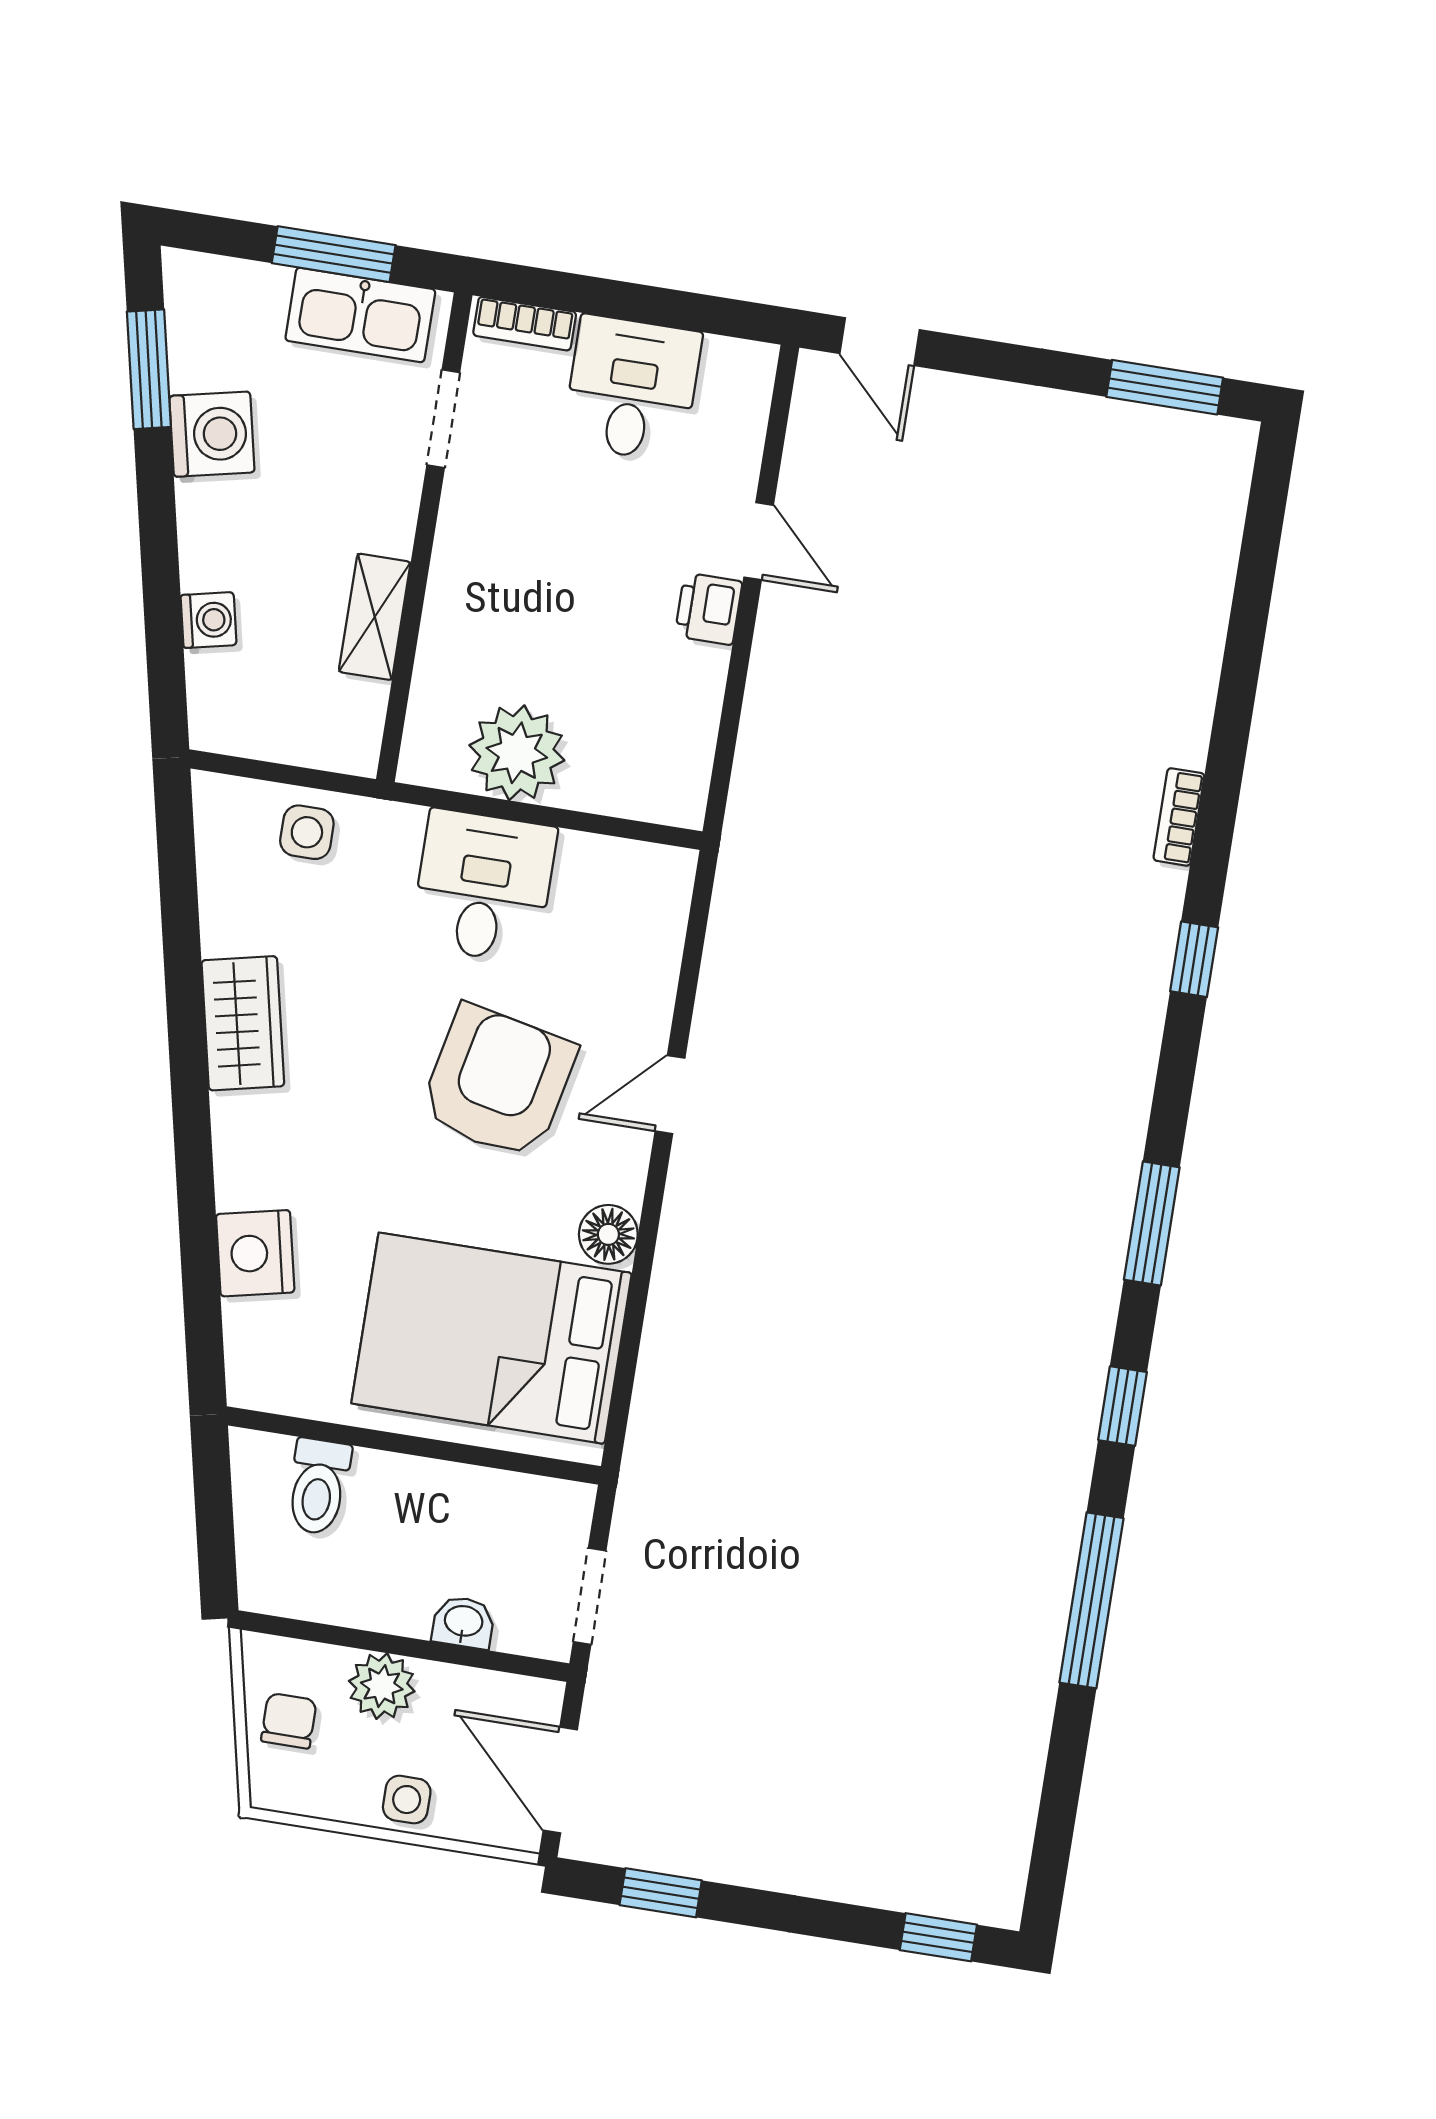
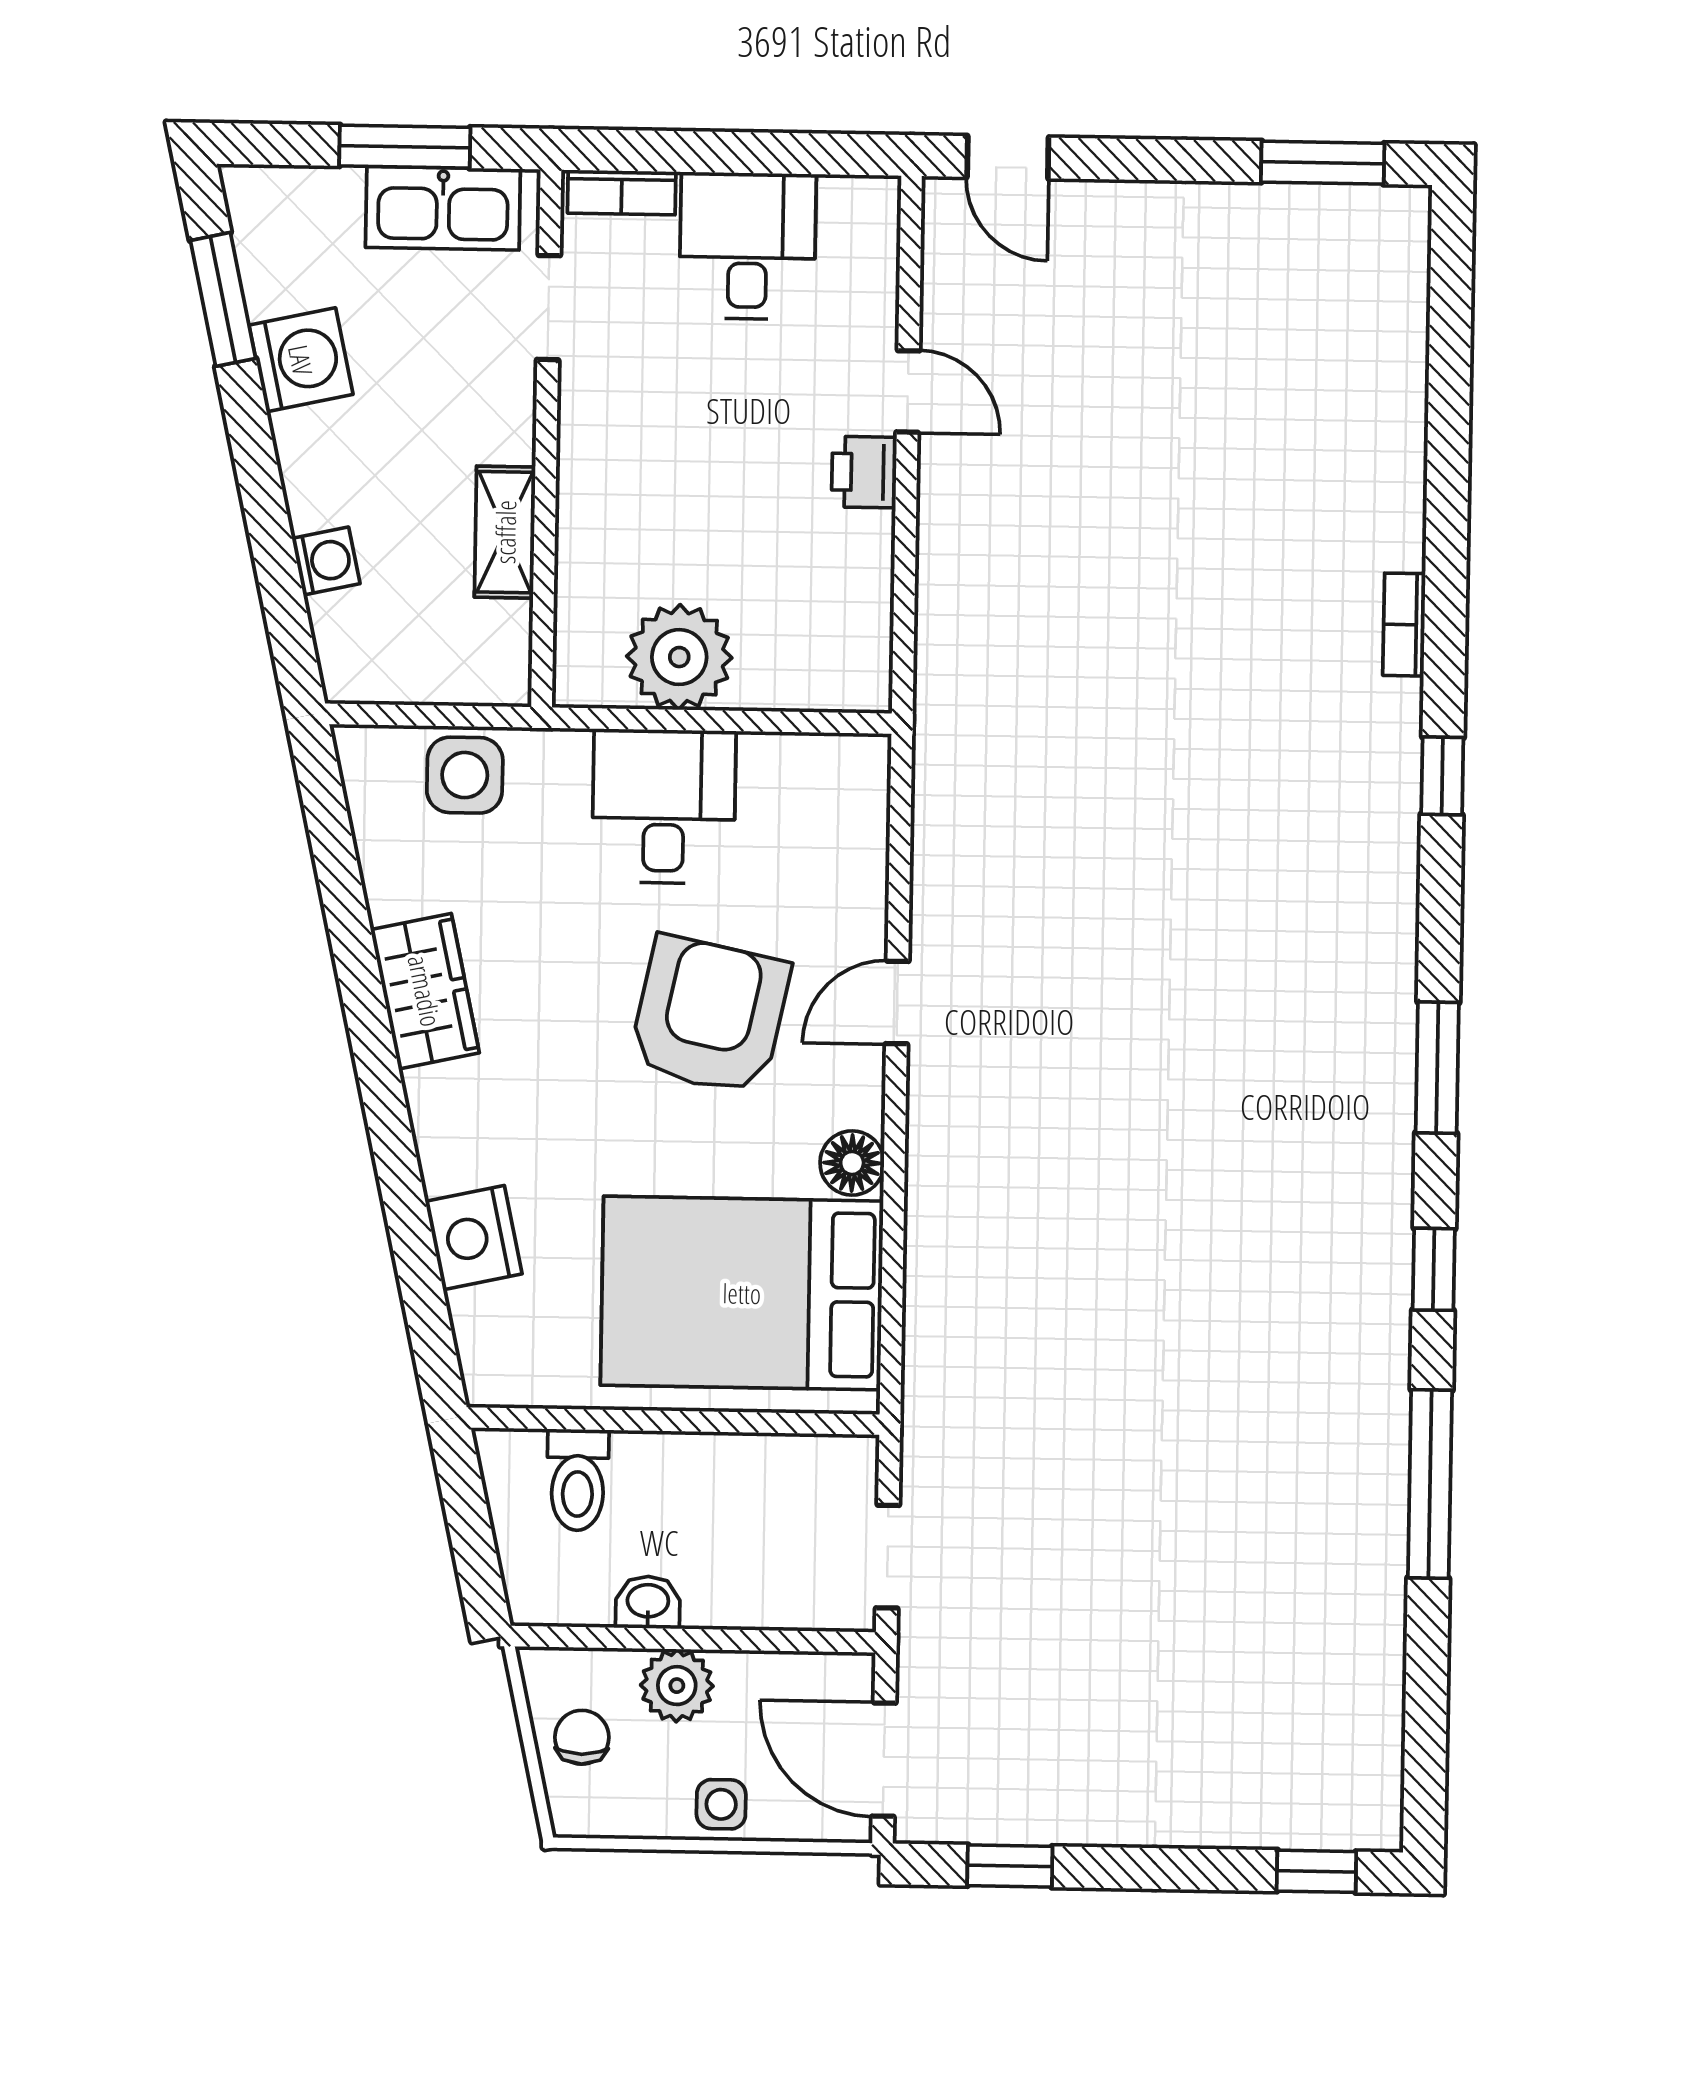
side table: (307, 832) -> (465, 775), width x1.37, depth x1.37
washbasin: (463, 1622) -> (648, 1602), moved

